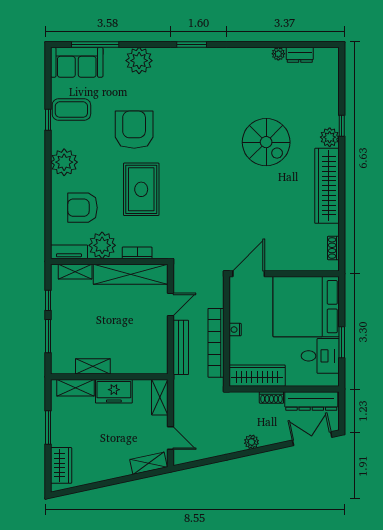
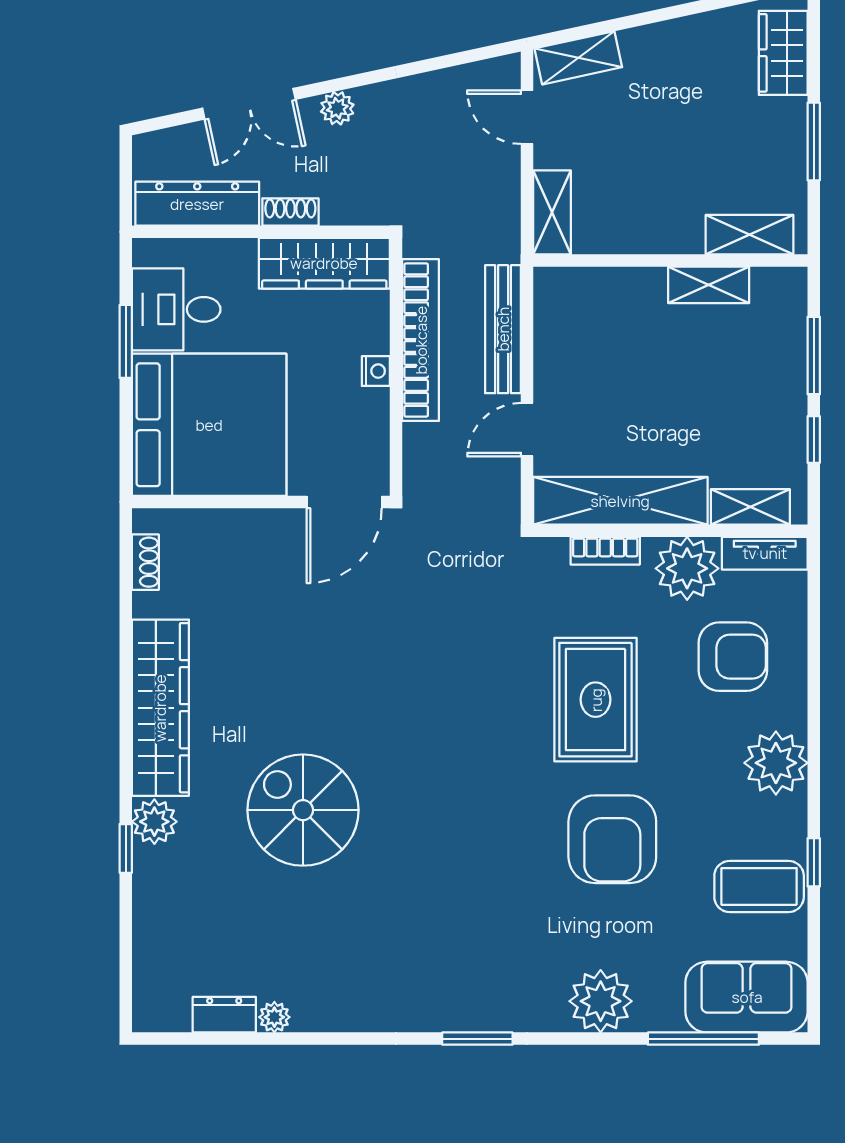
freezer: (114, 391) -> (660, 226), removed
double door: (312, 439) -> (249, 104), moved

